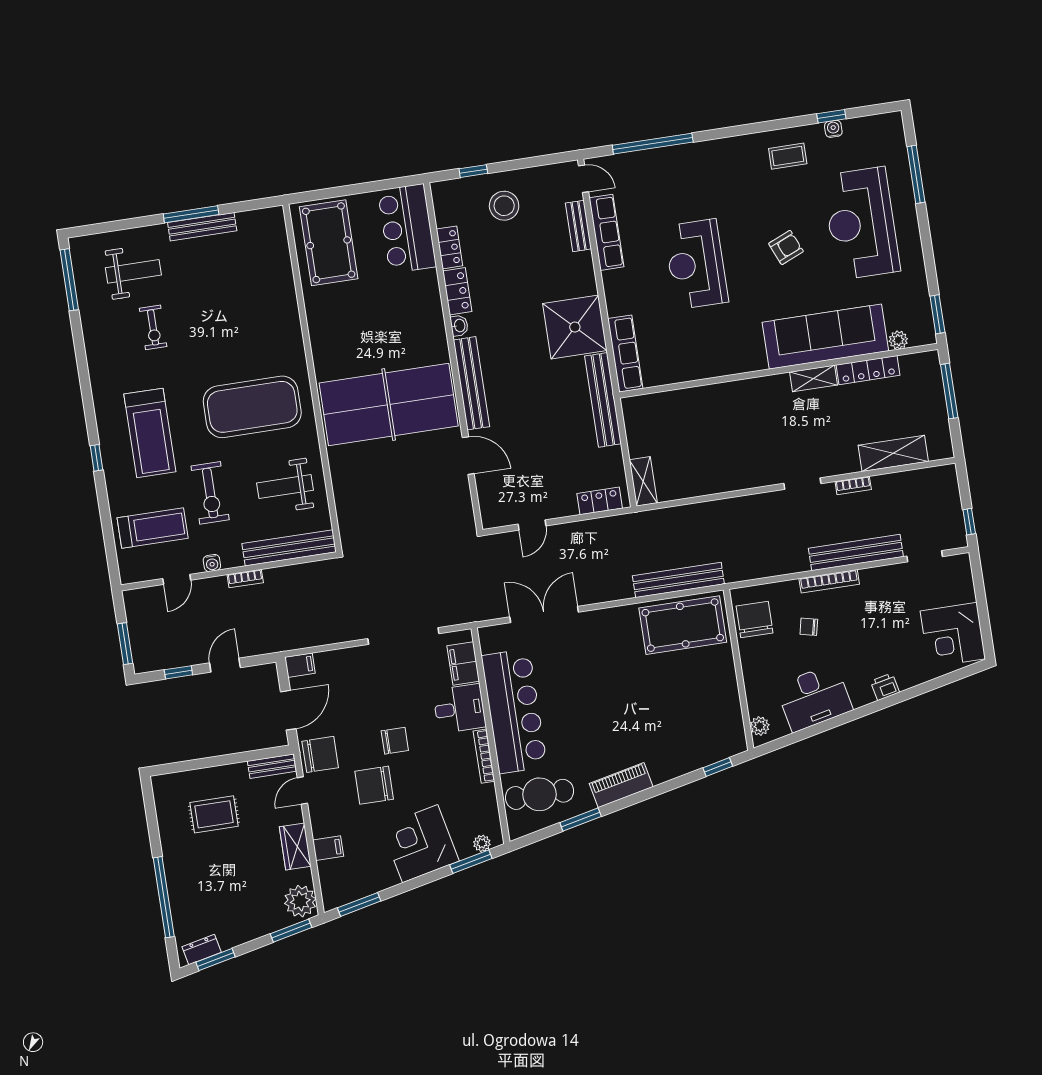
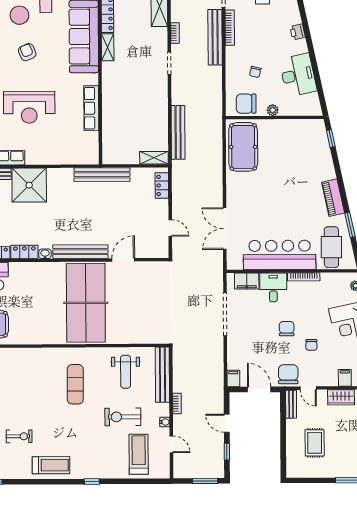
shower: (575, 327) -> (29, 185), moved
row of seats: (625, 354) -> (91, 108), moved, turned -90
exercise mat: (252, 407) -> (75, 384), width x0.50, depth x0.69
treadmill: (150, 433) -> (51, 465), moved, width x0.73, depth x0.73
exercise bike: (210, 493) -> (123, 417), turned 180
bench: (678, 580) -> (178, 132), moved
bookcase: (829, 581) -> (230, 28), moved
plant: (760, 726) -> (273, 110), moved
chair: (374, 785) -> (311, 345), width x0.54, depth x0.54

